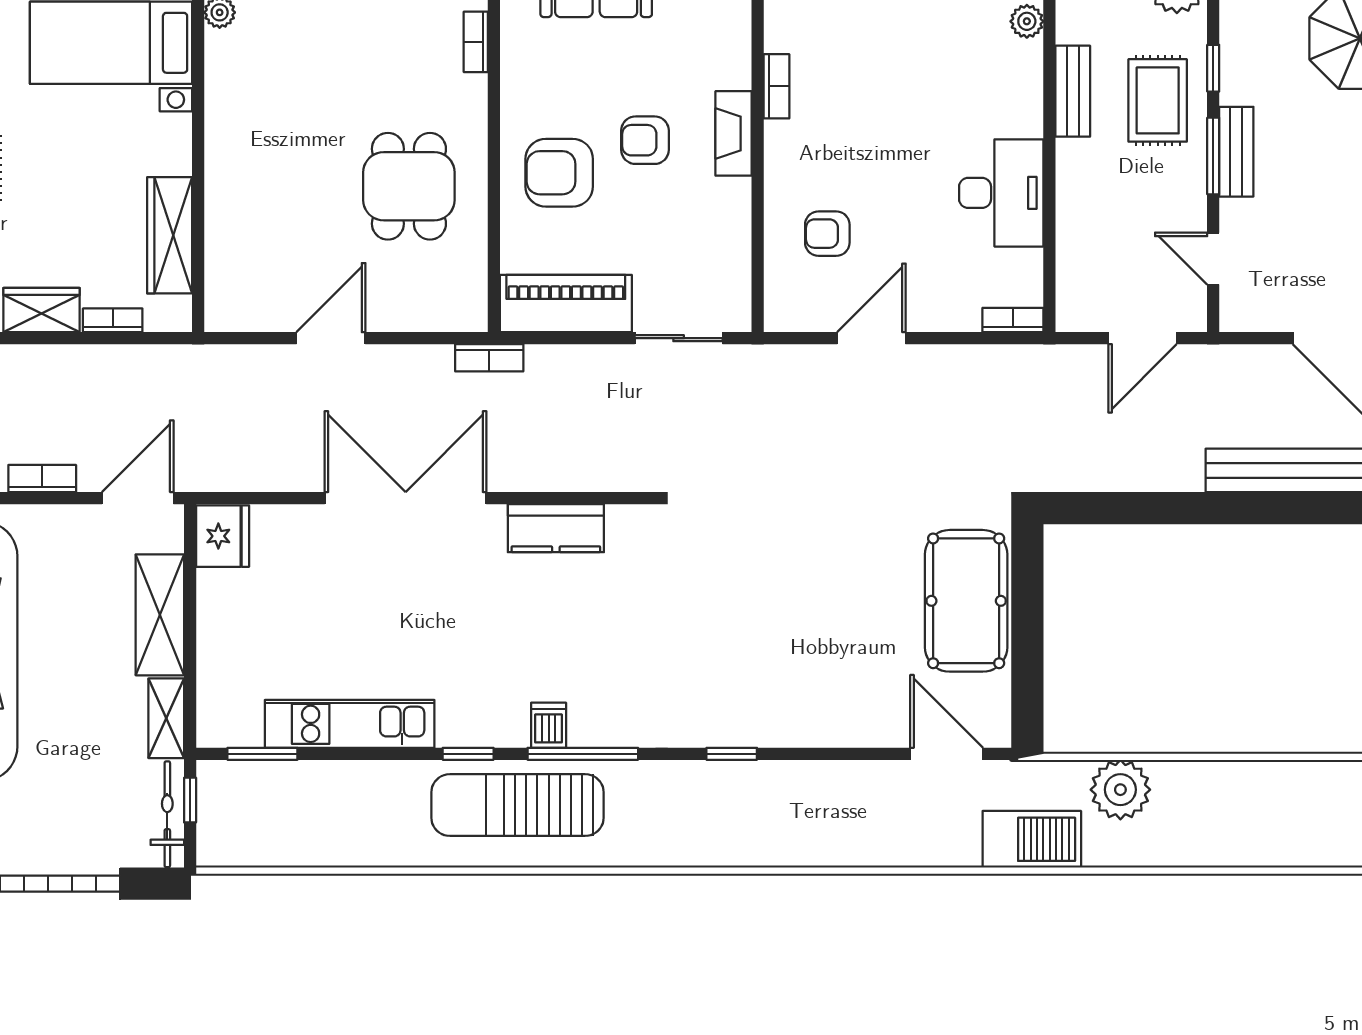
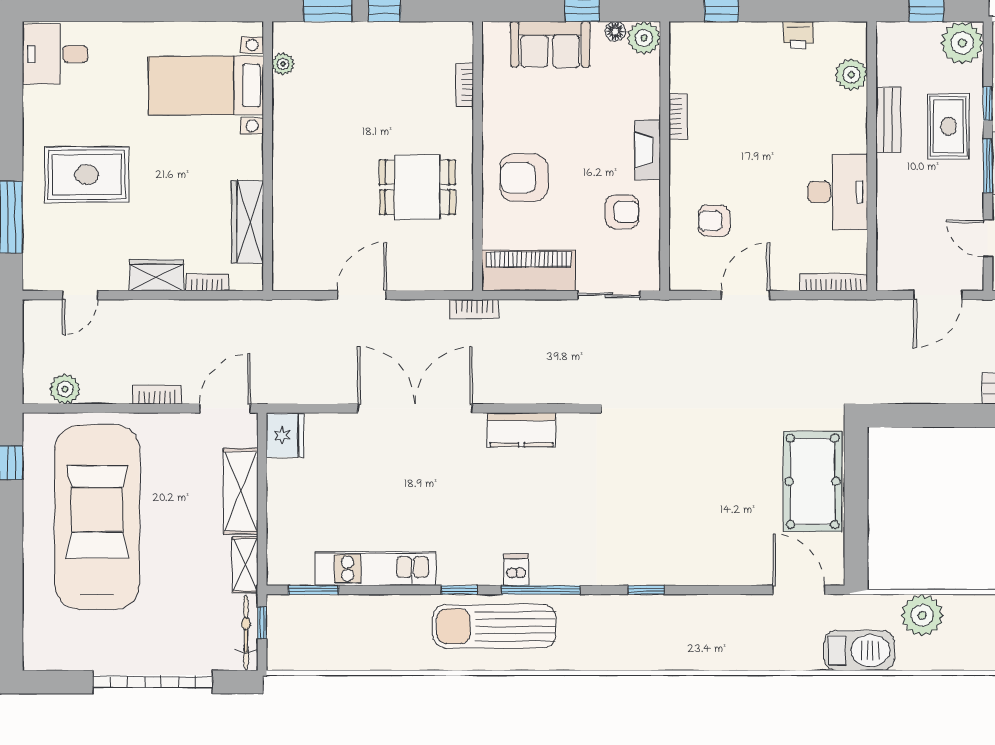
plant: (1027, 21) -> (851, 75), width x1.38, depth x1.38
armchair: (645, 140) -> (622, 212), moved, turned 180
dining table: (409, 186) -> (417, 187), turned 90
bookcase: (1013, 320) -> (834, 282), width x1.56

